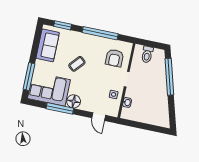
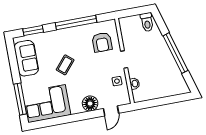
toilet: (147, 54) -> (147, 22), moved
window: (169, 77) -> (175, 53), moved
floor lamp: (74, 101) -> (90, 104), moved
window: (60, 108) -> (67, 119), removed
door: (99, 117) -> (111, 111), hinge flipped

